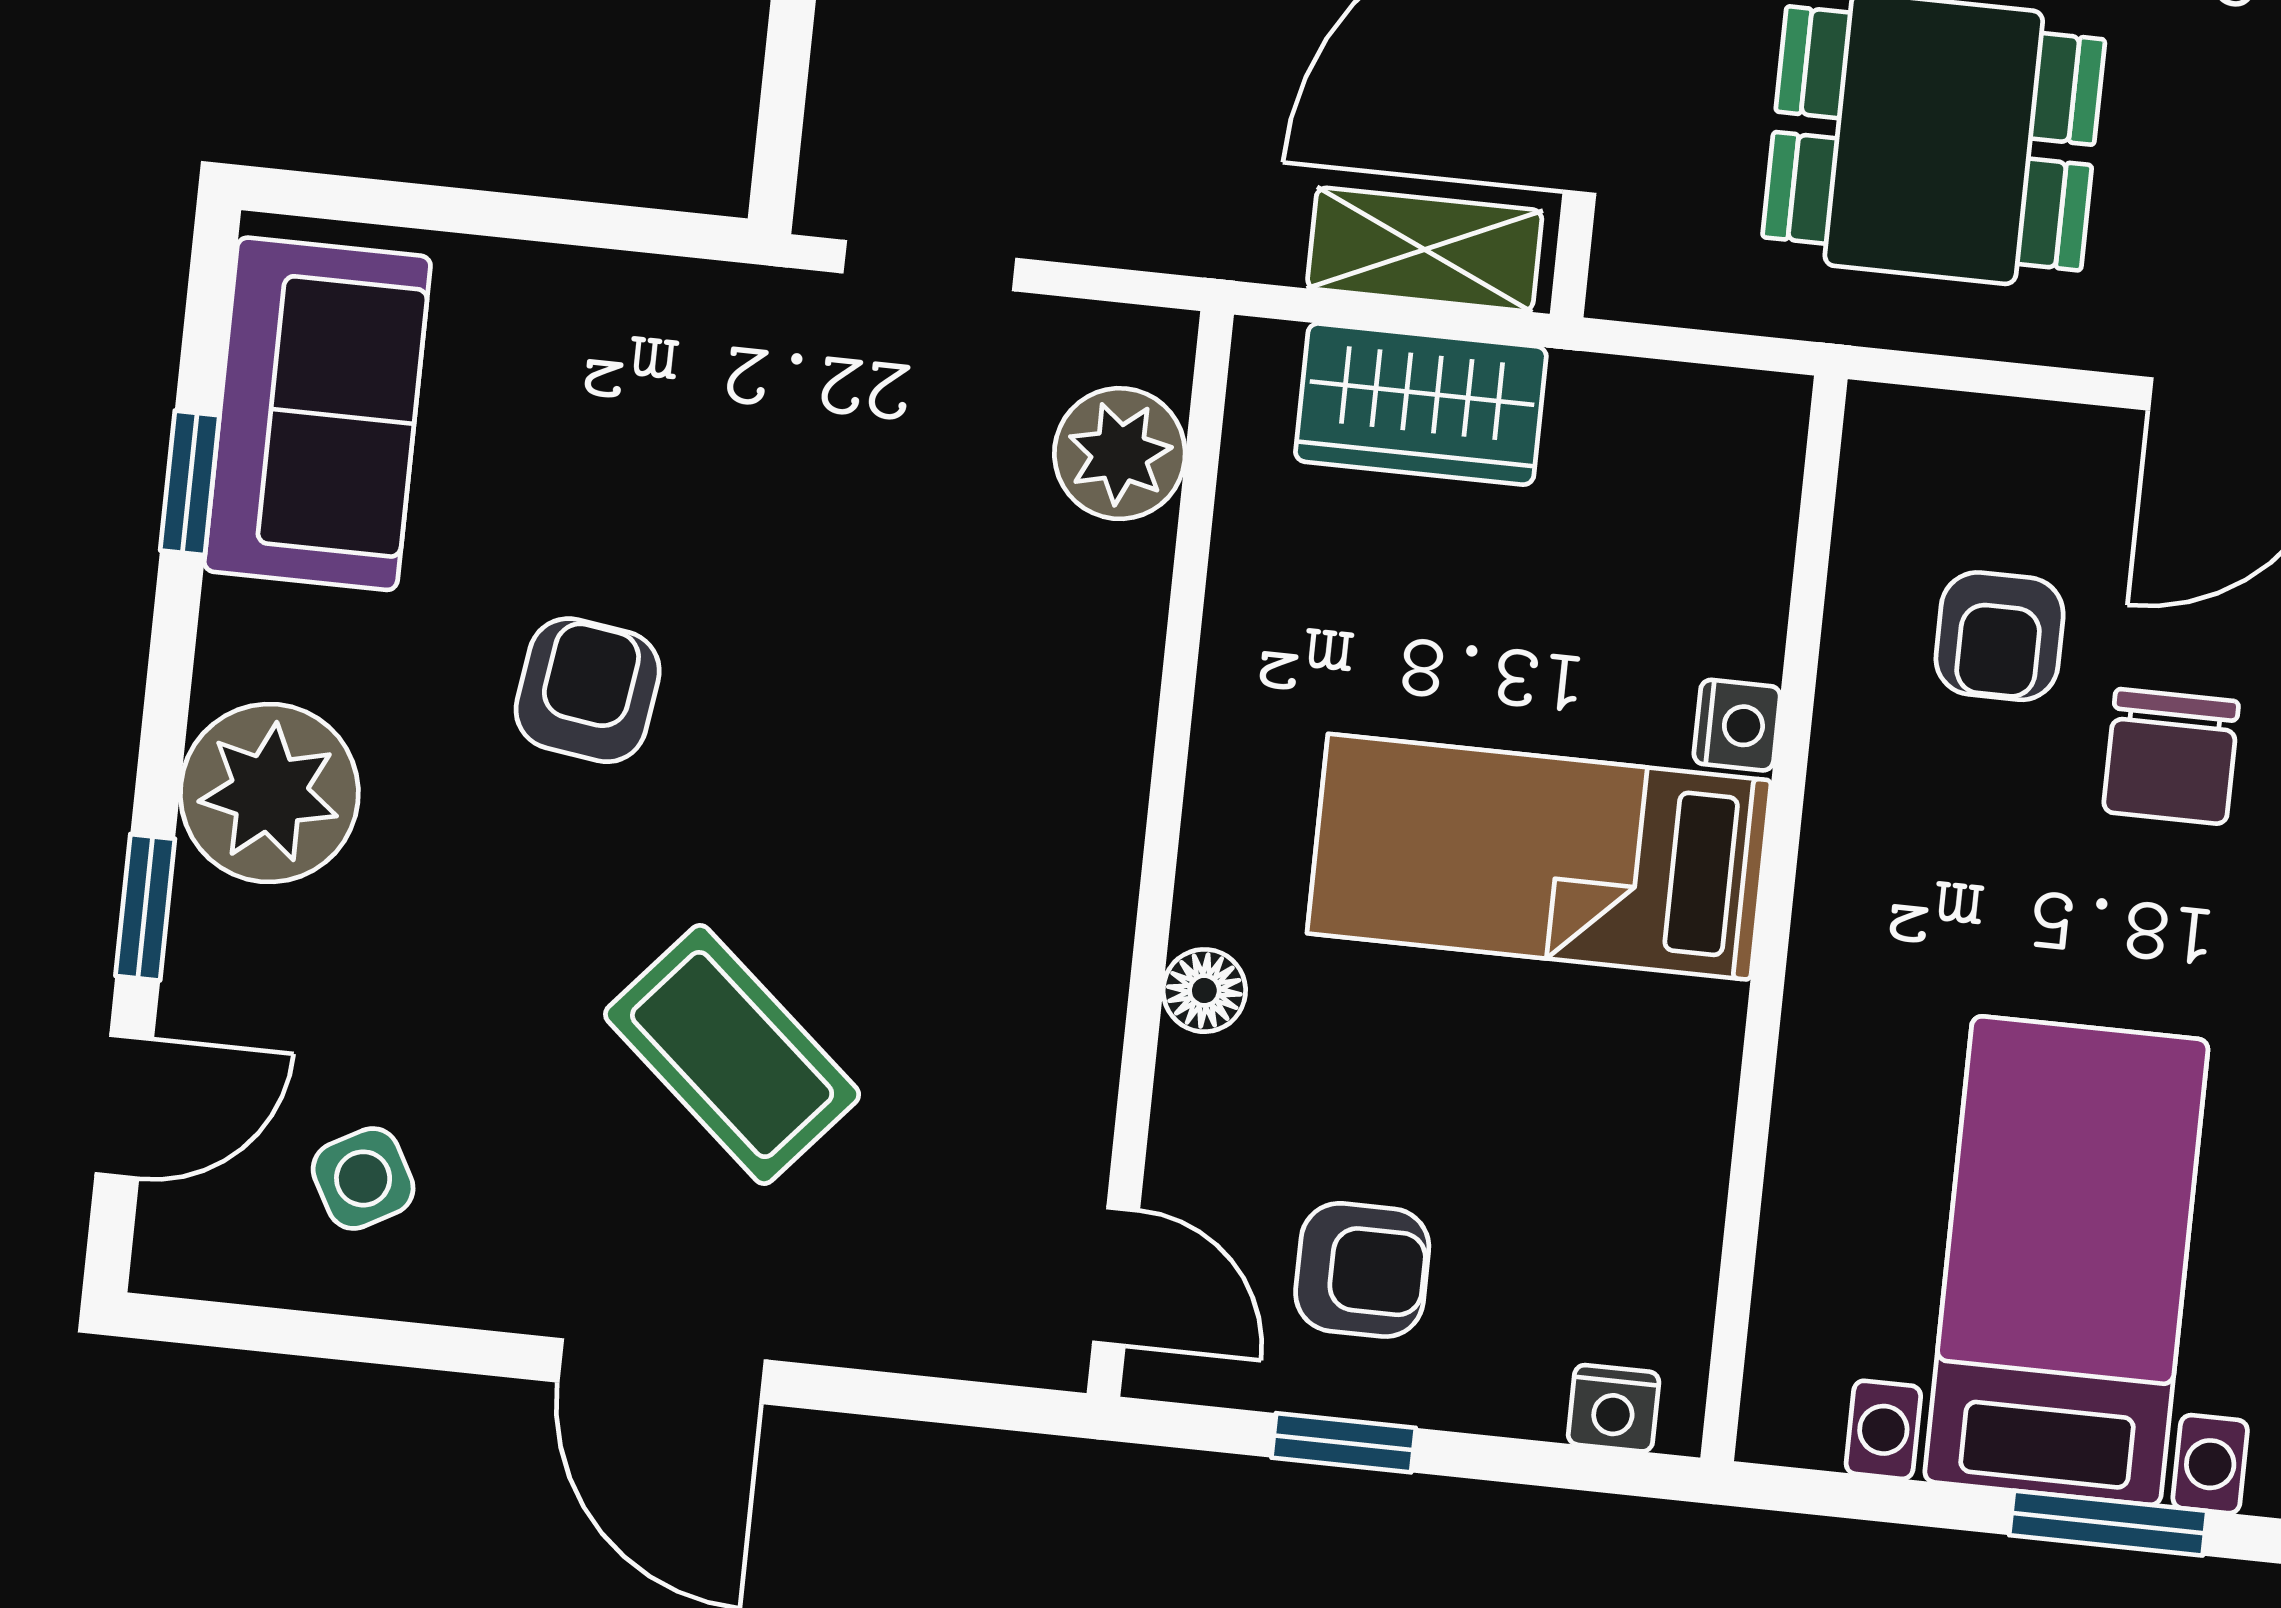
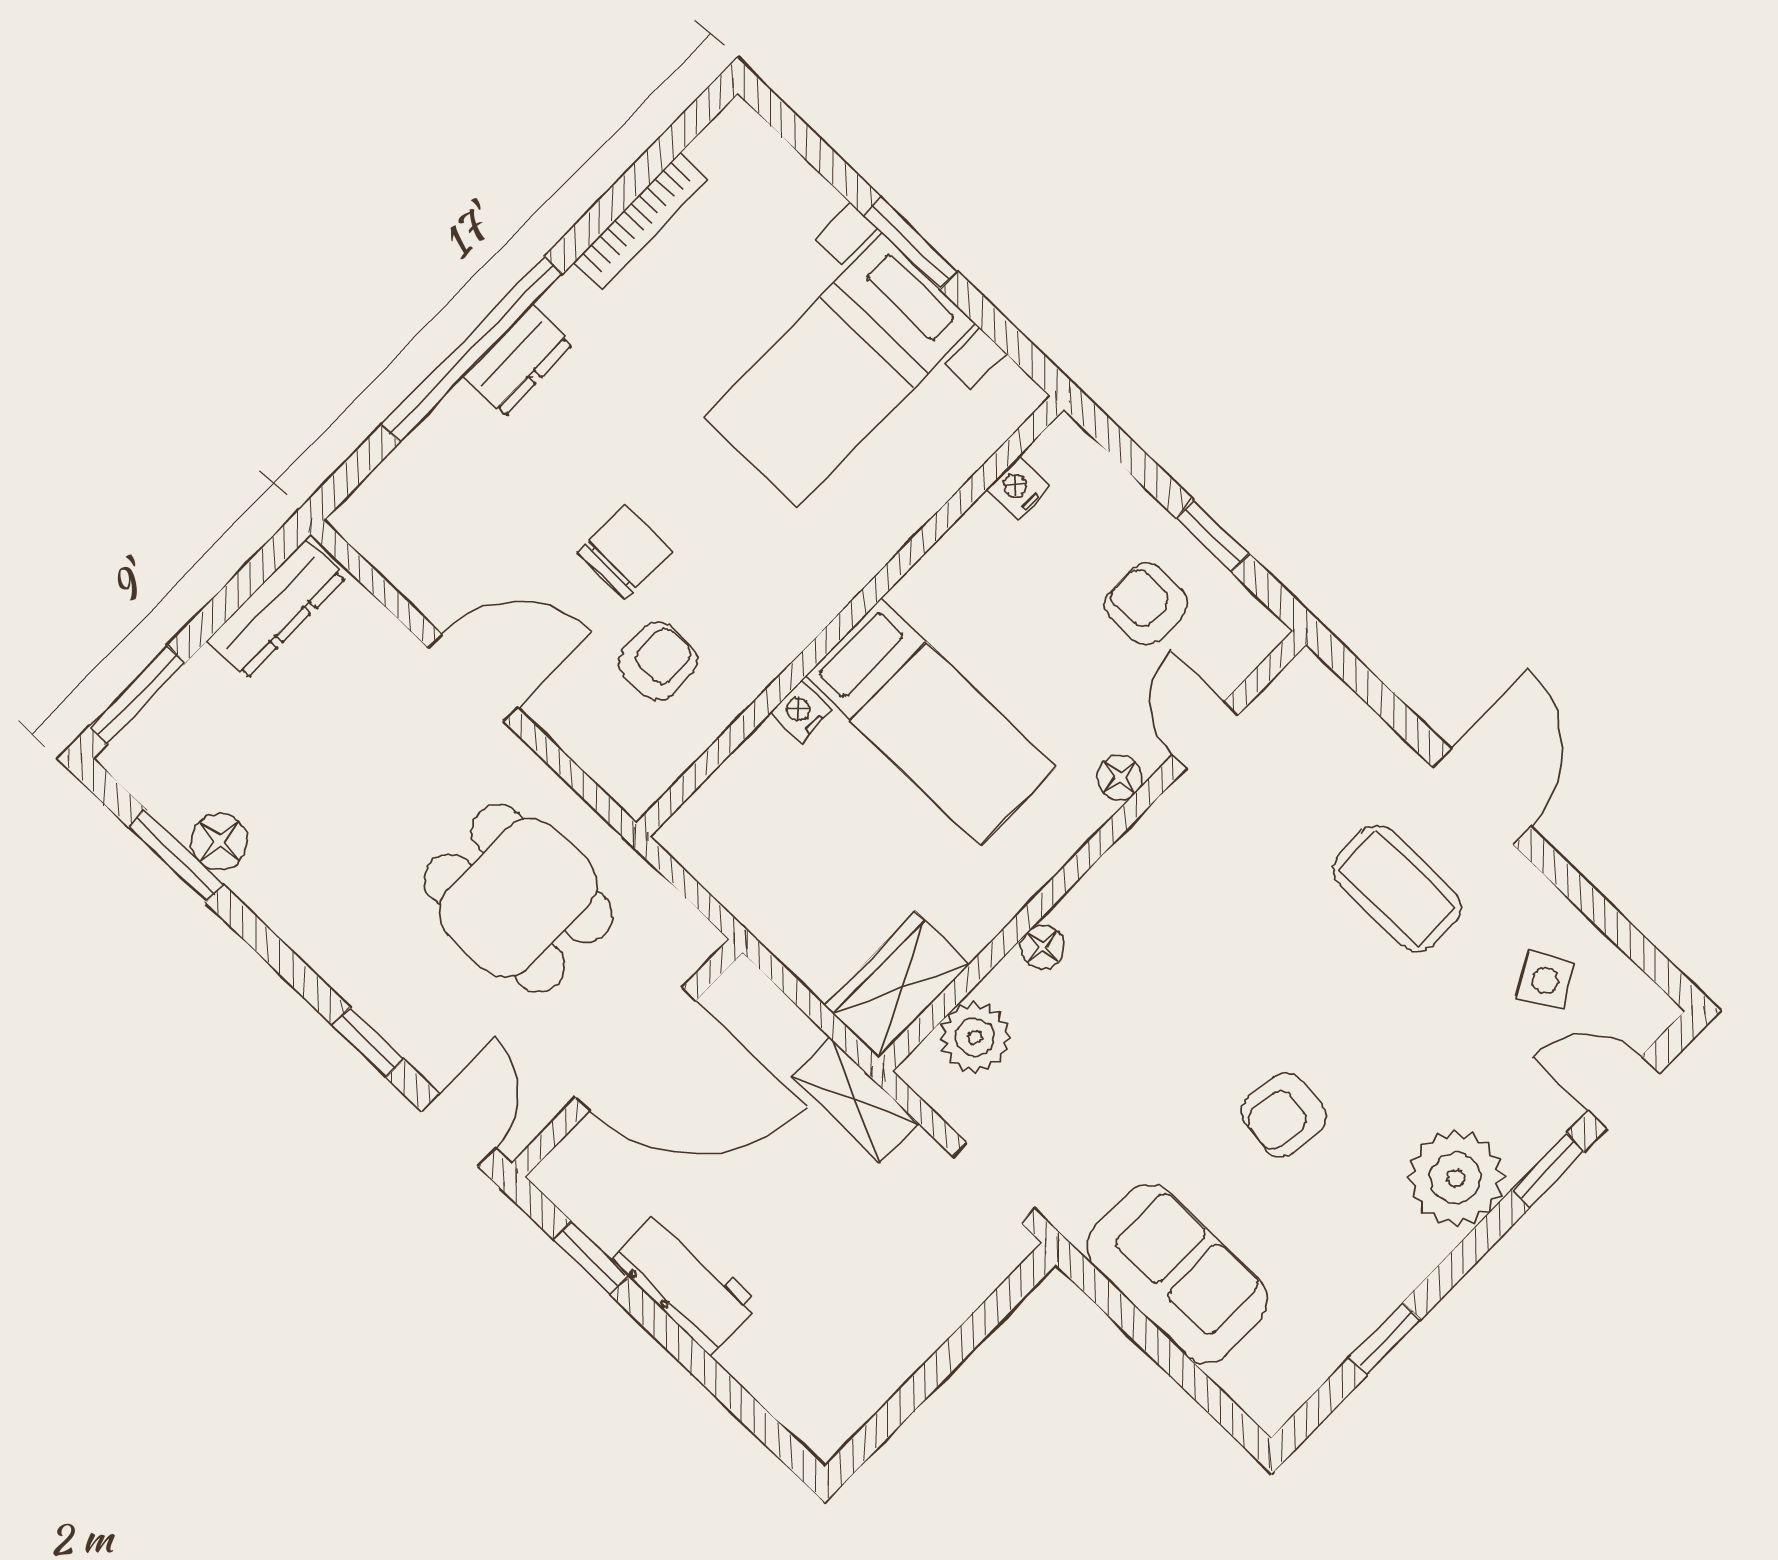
shelving: (1425, 249) -> (855, 1100), moved
wardrobe: (1421, 404) -> (897, 985), moved, turned -90
sofa: (317, 414) -> (1177, 1274), moved, turned 90
floor lamp: (1124, 660) -> (1043, 947), added
coffee table: (732, 1055) -> (1397, 888), moved, turned -41
door: (1116, 1277) -> (1205, 735), moved
nightstand: (1614, 1408) -> (1018, 488), moved, turned -90

